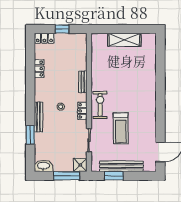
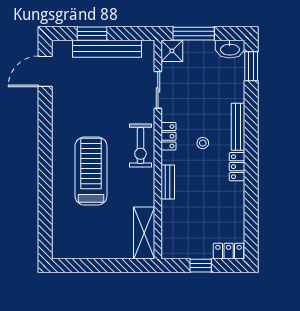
shelving: (124, 40) -> (144, 233), moved, turned 90
locker: (39, 69) -> (237, 167), moved
treadmill: (121, 128) -> (91, 171), moved, width x1.37, depth x1.38
window: (30, 135) -> (251, 66), moved
window: (114, 176) -> (92, 34), moved

